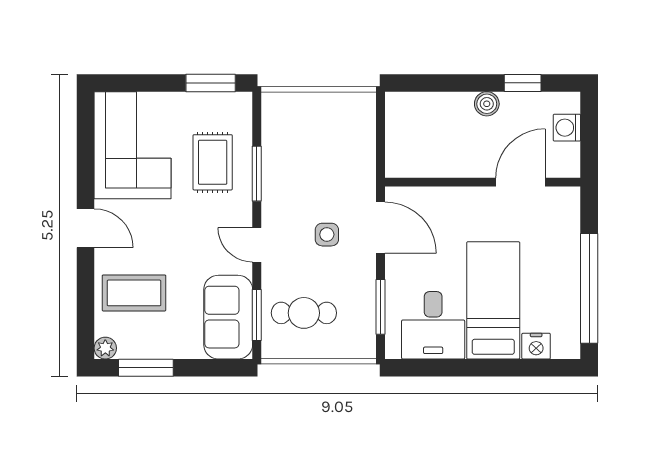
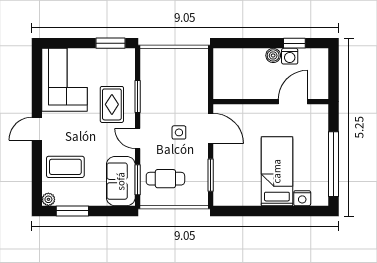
washing machine: (567, 128) -> (290, 56), moved, turned -90
rug: (213, 162) -> (112, 104), moved
door: (86, 228) -> (37, 129), swing flipped
desk: (433, 325) -> (242, 186), removed

